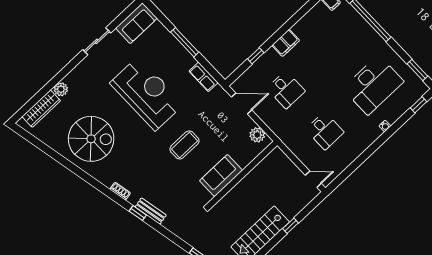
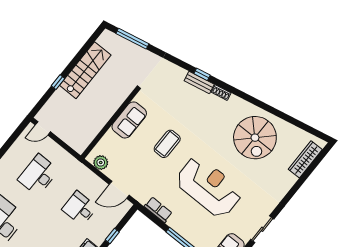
plant: (61, 89) -> (289, 180), removed
reception desk: (147, 94) -> (209, 187), turned 180
desk: (325, 131) -> (38, 175), width x1.37
spiral stairs: (91, 139) -> (255, 138), turned -90
bench: (151, 211) -> (199, 82), moved

